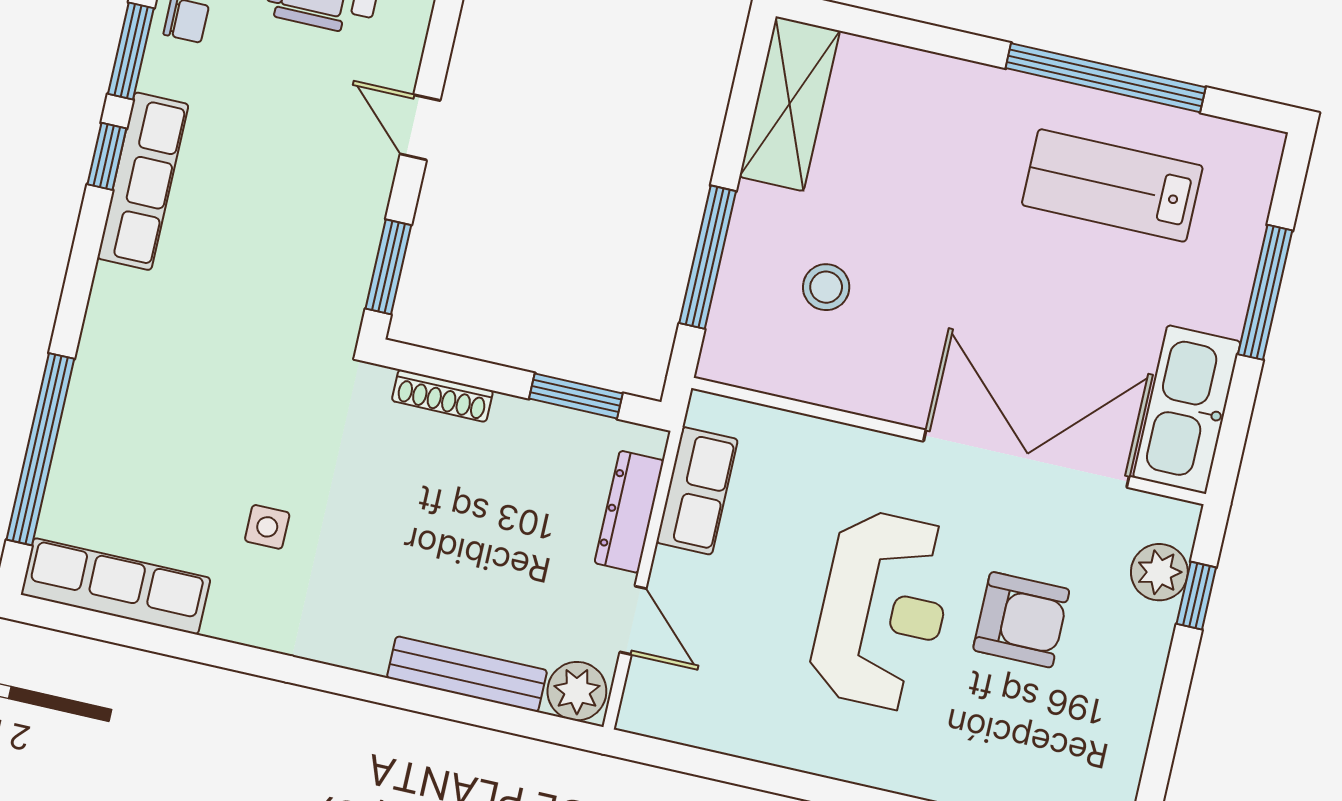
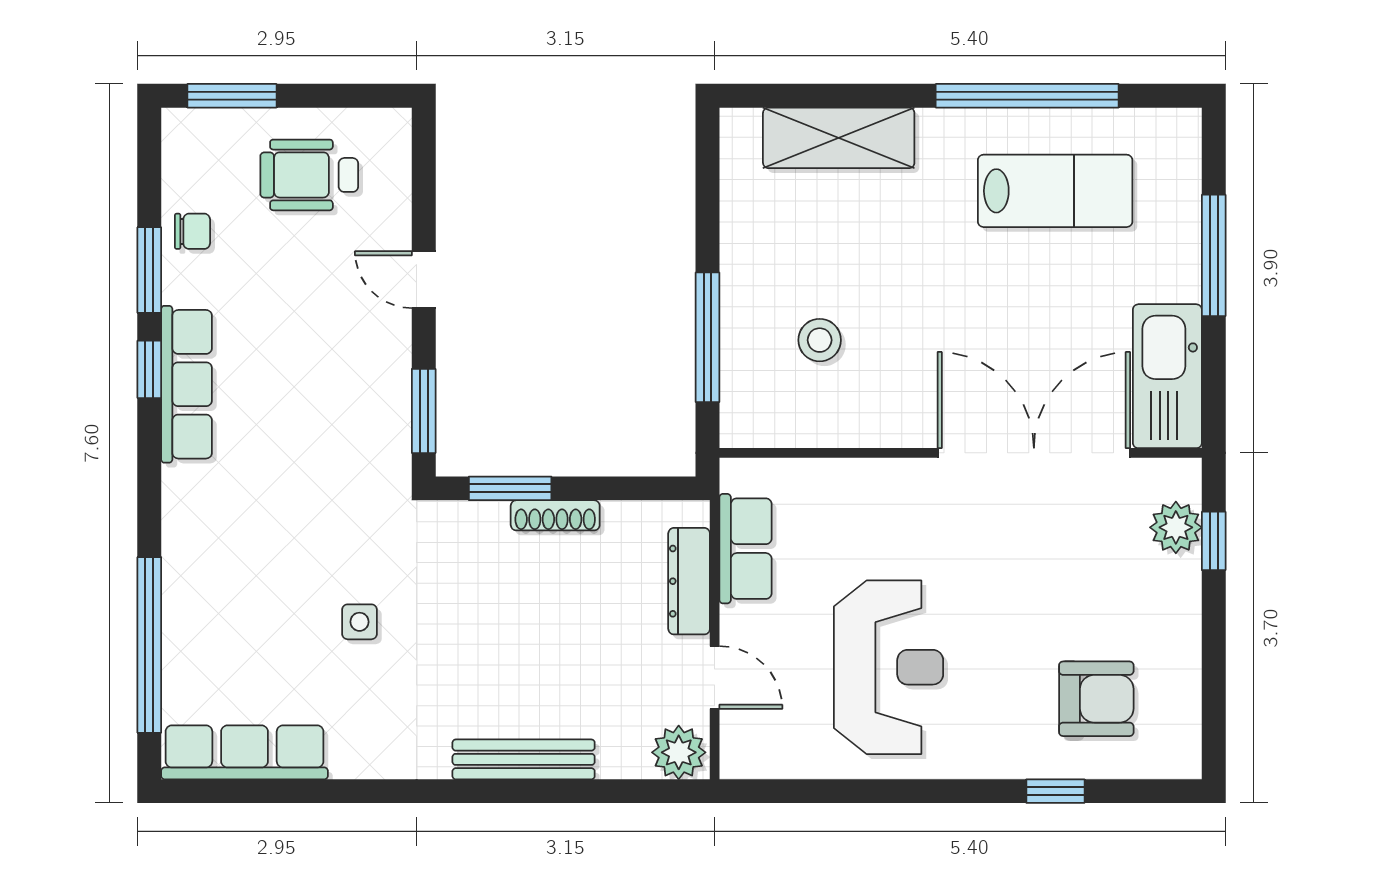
shelving: (790, 104) -> (839, 138), moved, turned 90
lab bench: (1112, 185) -> (1055, 191), turned 180
shoe rack: (442, 396) -> (555, 515), moved
window: (576, 396) -> (510, 488), moved
side table: (267, 527) -> (360, 622), moved
reception desk: (883, 610) -> (888, 667), moved
armchair: (1021, 620) -> (1096, 699), moved
bench: (467, 674) -> (524, 759), moved

